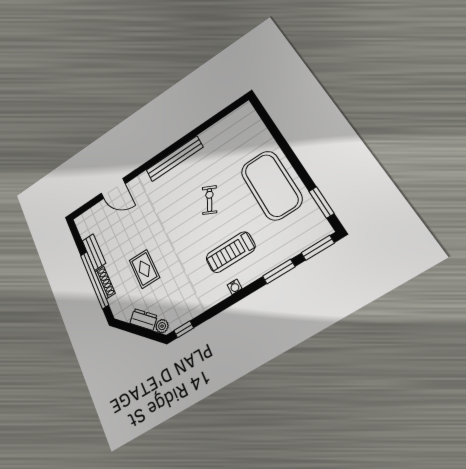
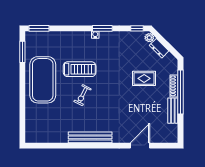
door: (113, 188) -> (140, 146), hinge flipped
treadmill: (230, 252) -> (80, 69), moved
rug: (144, 269) -> (144, 78), turned 90
window: (279, 271) -> (102, 28), moved

